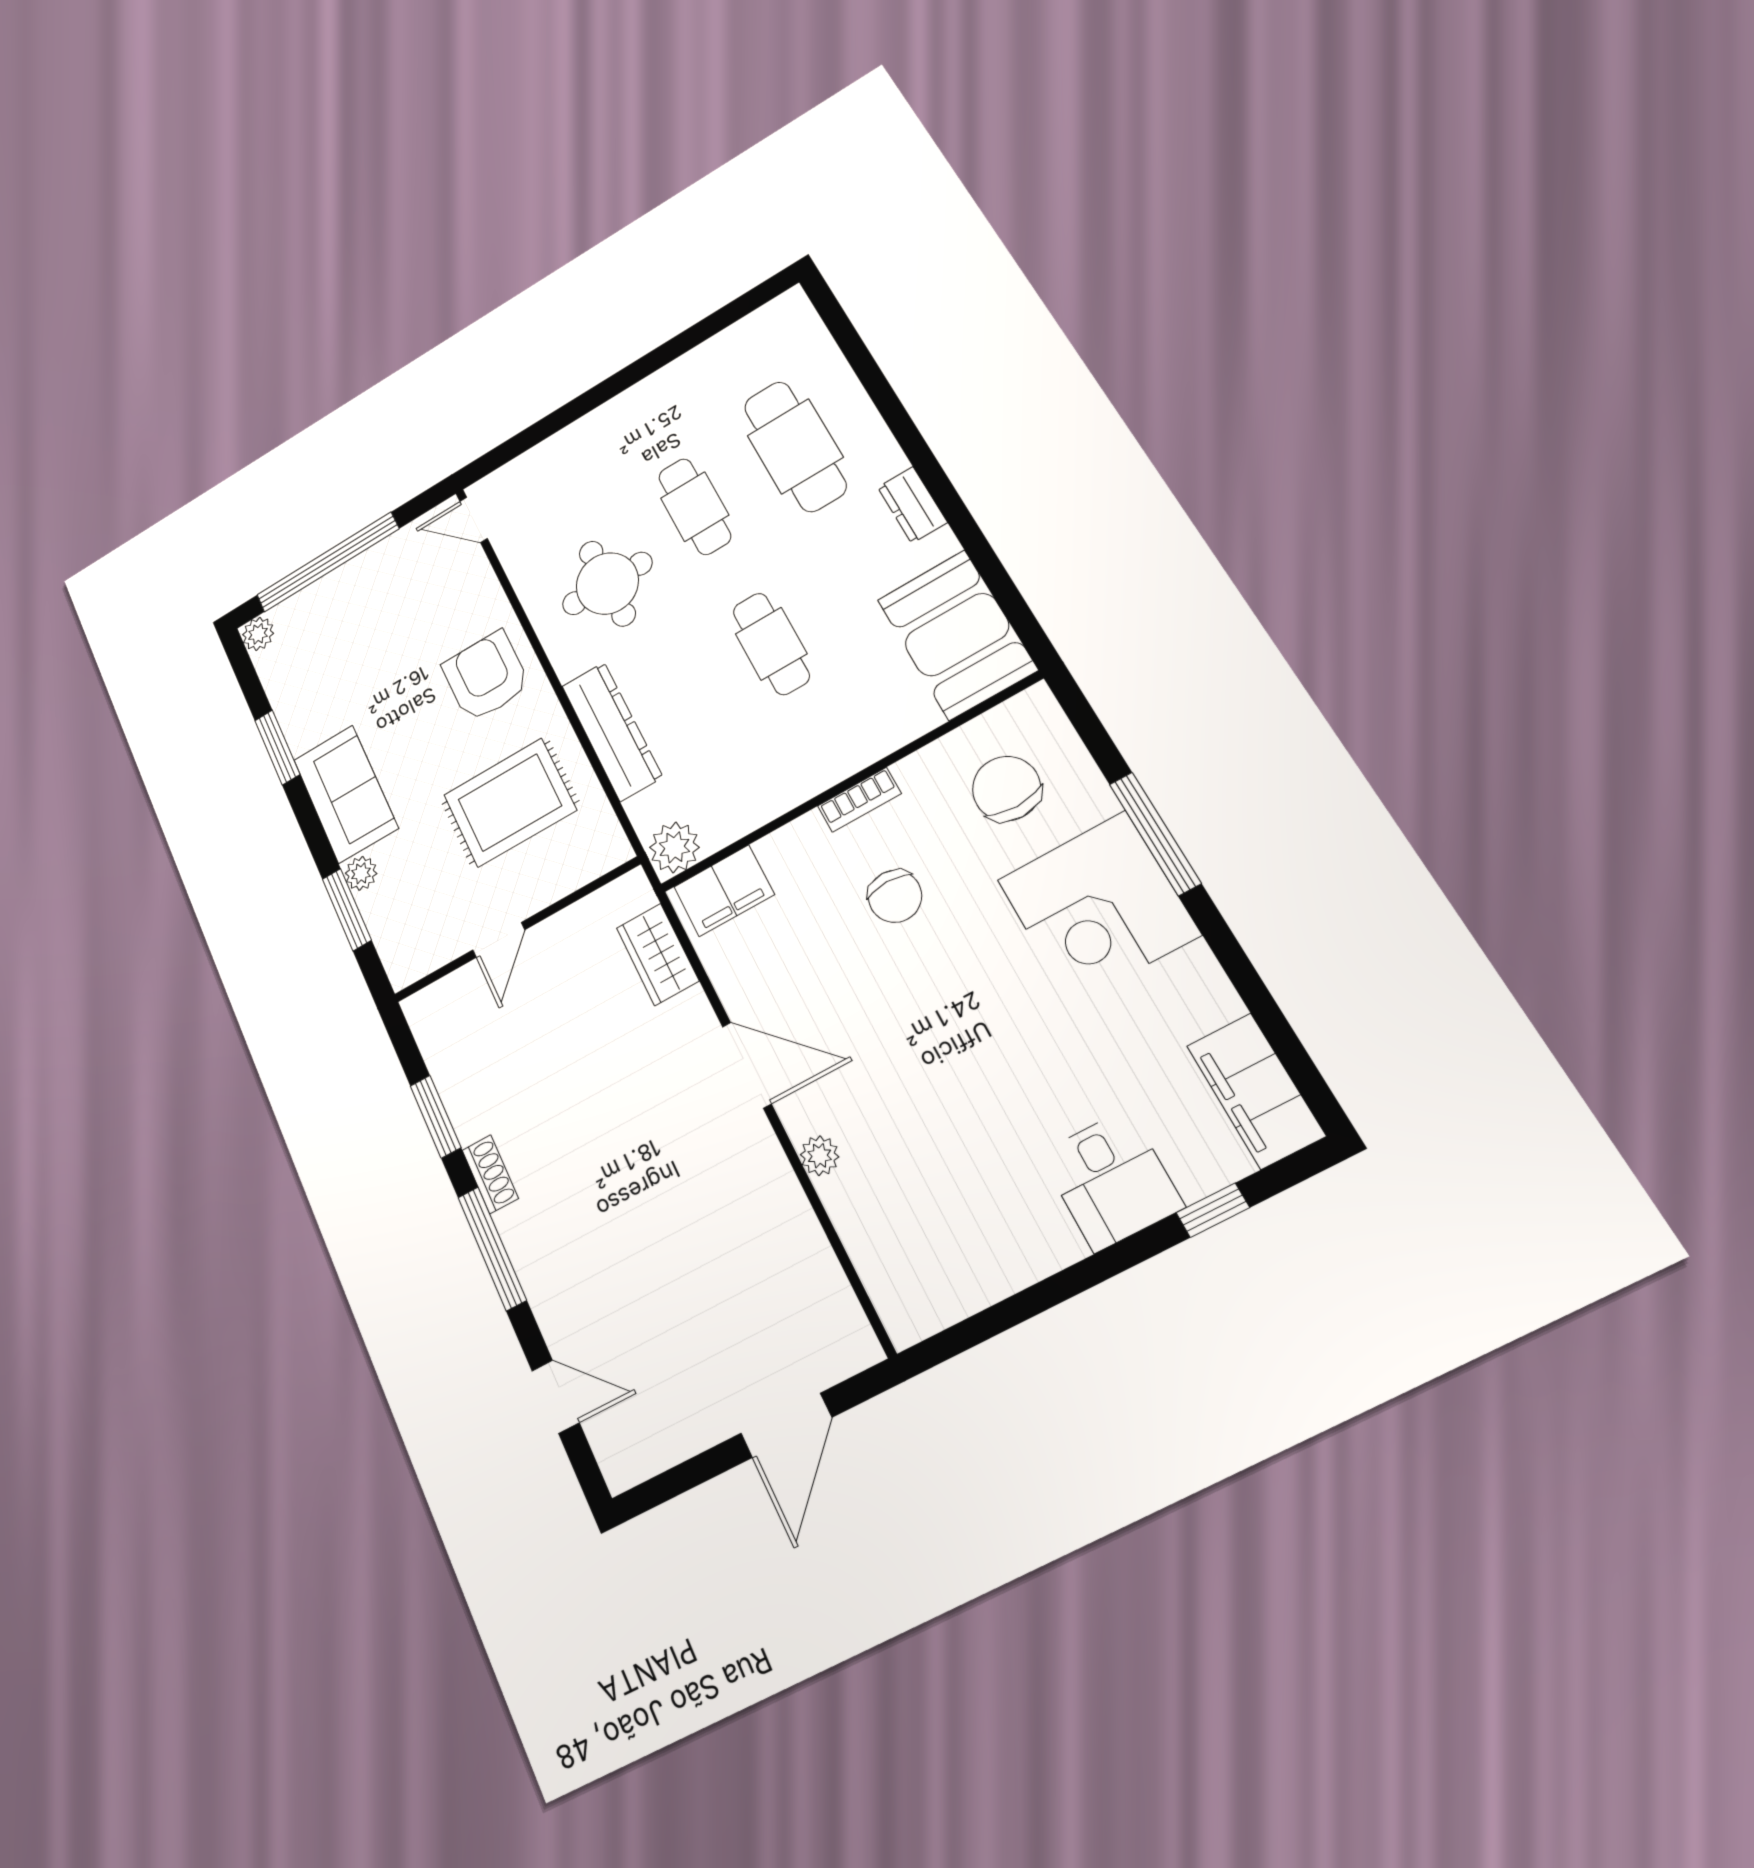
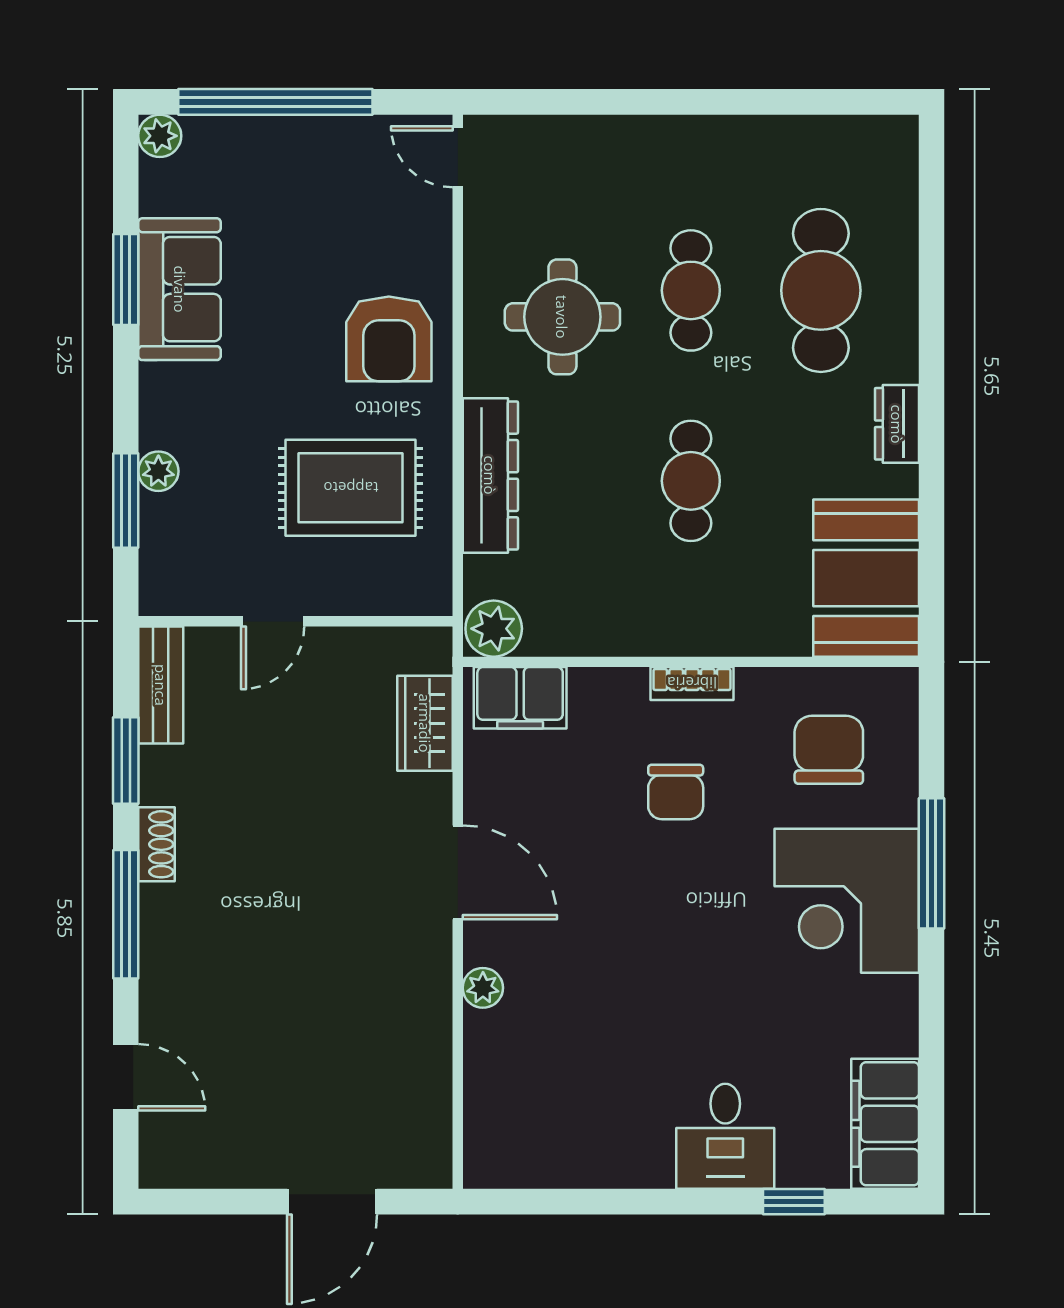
armchair: (486, 676) -> (389, 339), turned 180
sofa: (346, 794) -> (180, 289), moved
bench: (436, 1039) -> (161, 685), added

